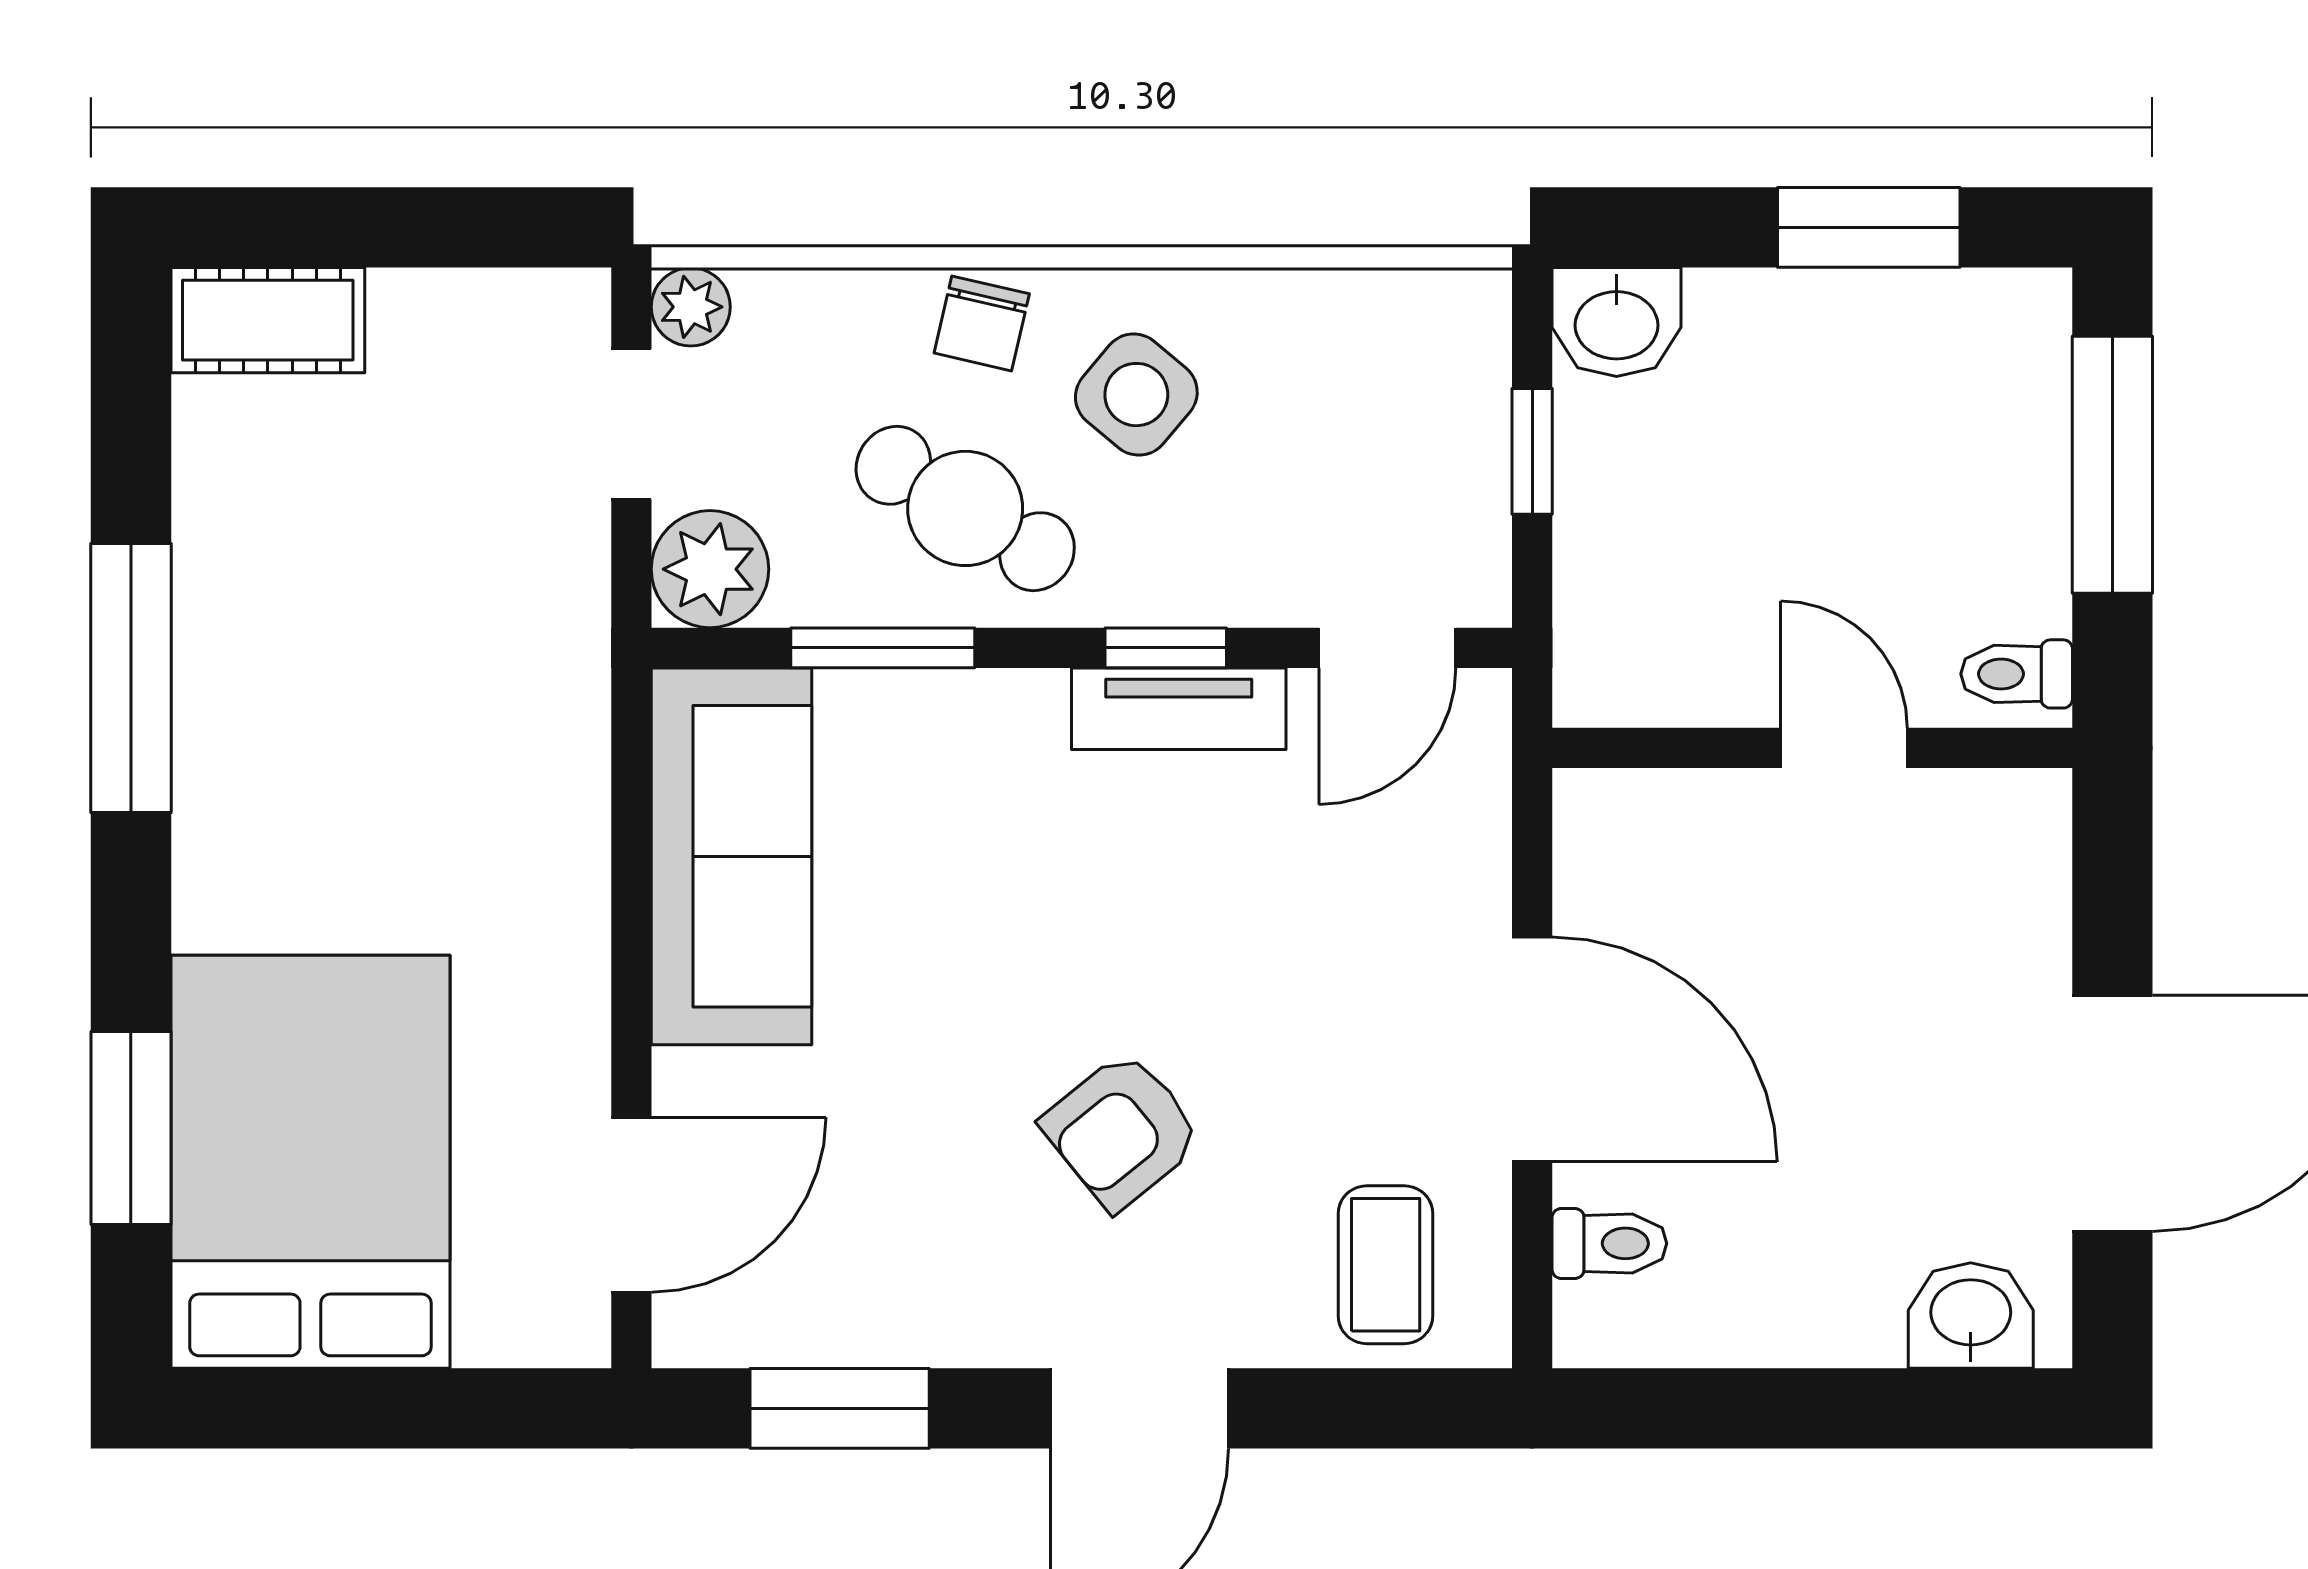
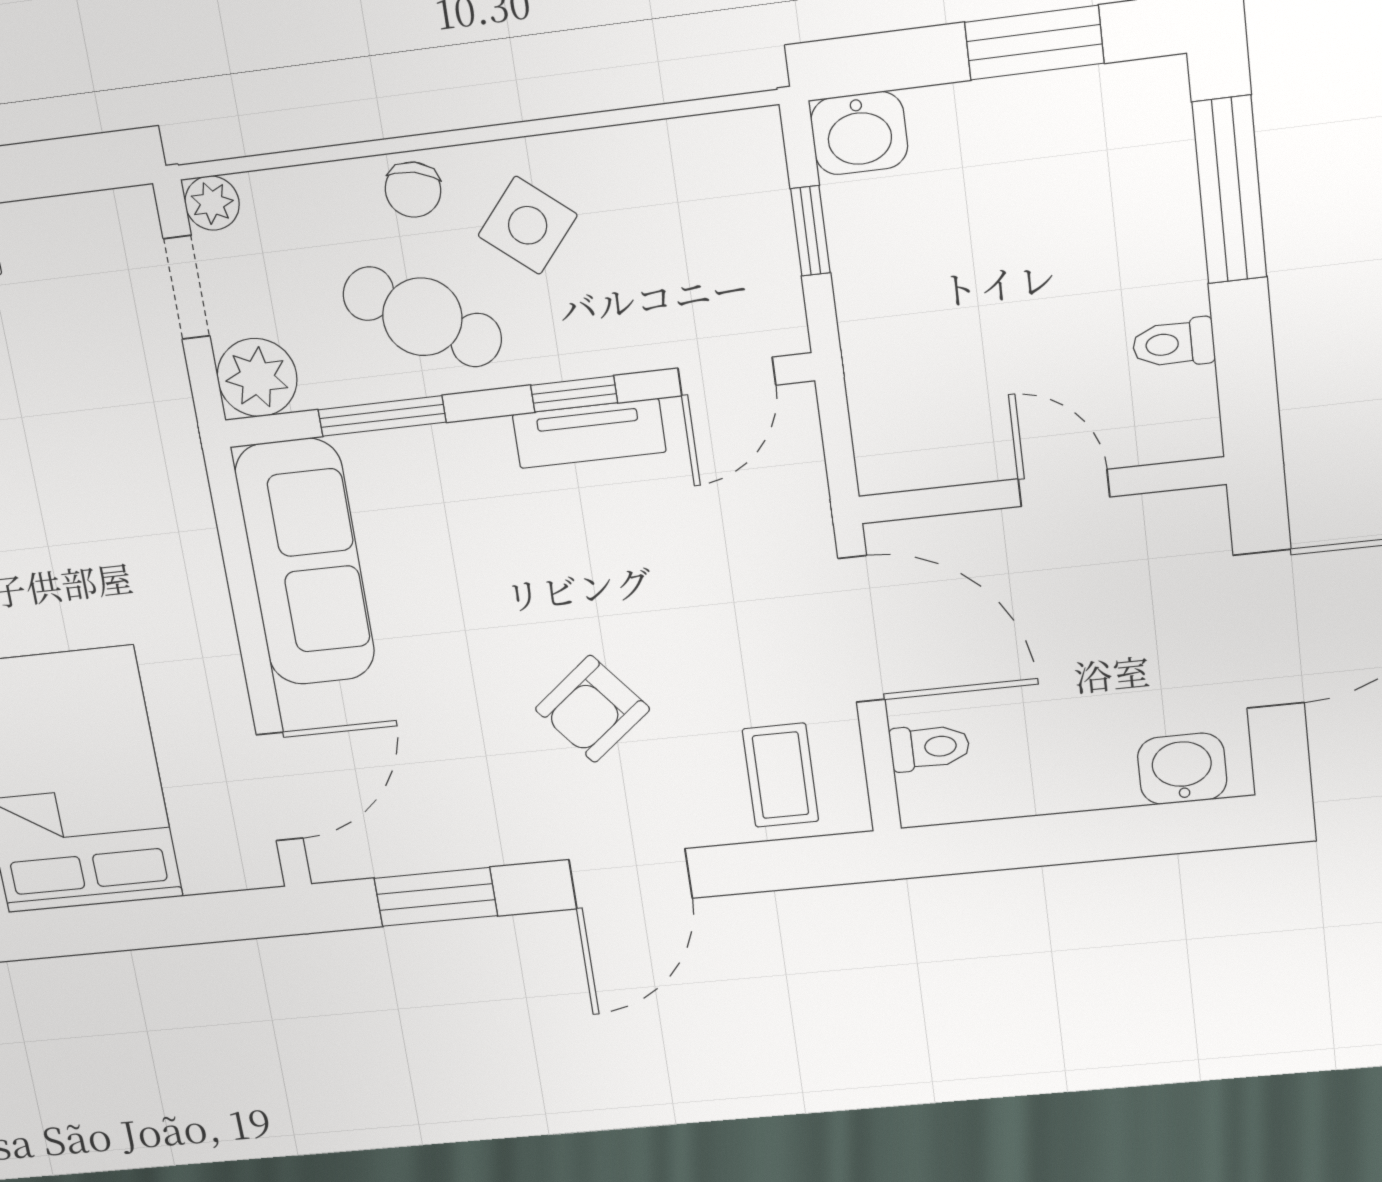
wall: (1812, 748) -> (1042, 490), moved
door: (1844, 748) -> (1064, 488), moved

